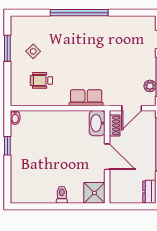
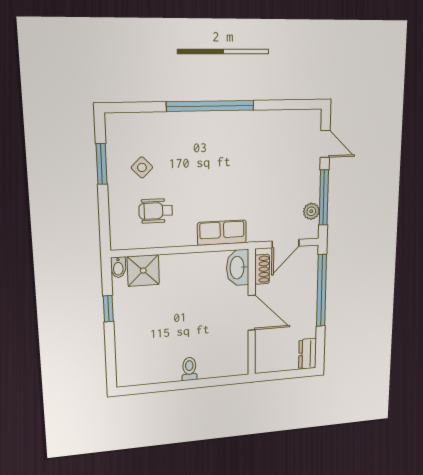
shower: (94, 193) -> (143, 271), moved

